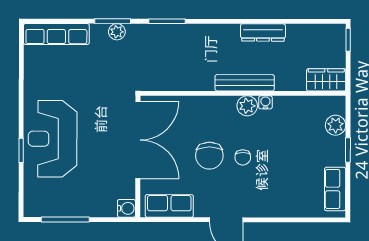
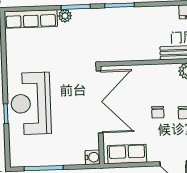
plant: (117, 32) -> (65, 16), moved
chair: (209, 156) -> (158, 112), width x0.54, depth x0.54

